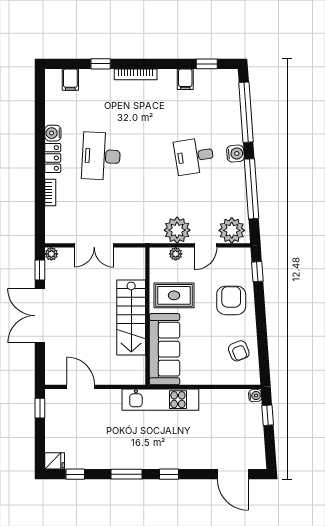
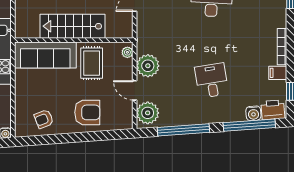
bookcase: (136, 74) -> (282, 47), moved
printer: (228, 85) -> (273, 110), added
water cooler: (235, 154) -> (253, 113), moved
plant: (176, 254) -> (127, 52), moved
window: (257, 272) -> (112, 135), removed

